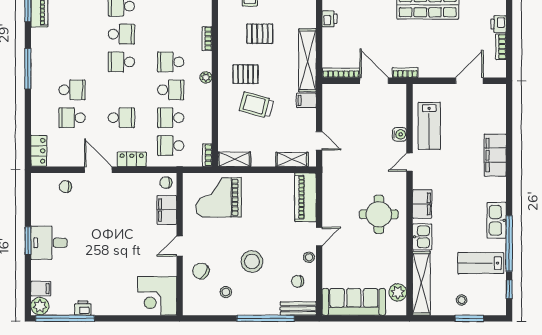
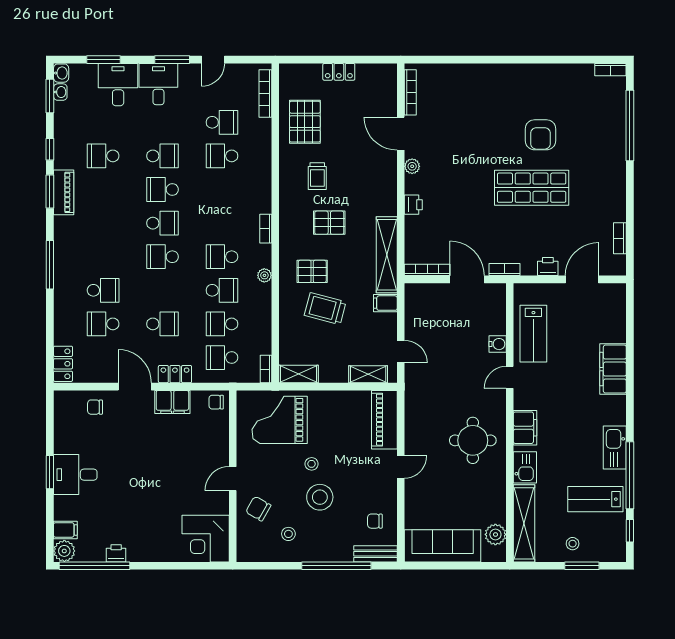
printer: (499, 24) -> (548, 267), moved, turned 90
filing cabinet: (167, 210) -> (172, 402), moved, turned -90
stool: (309, 257) -> (312, 464), moved

